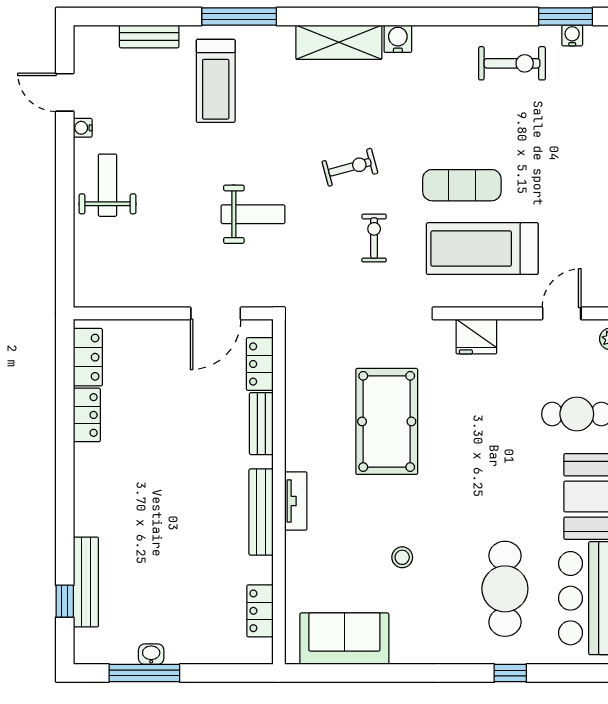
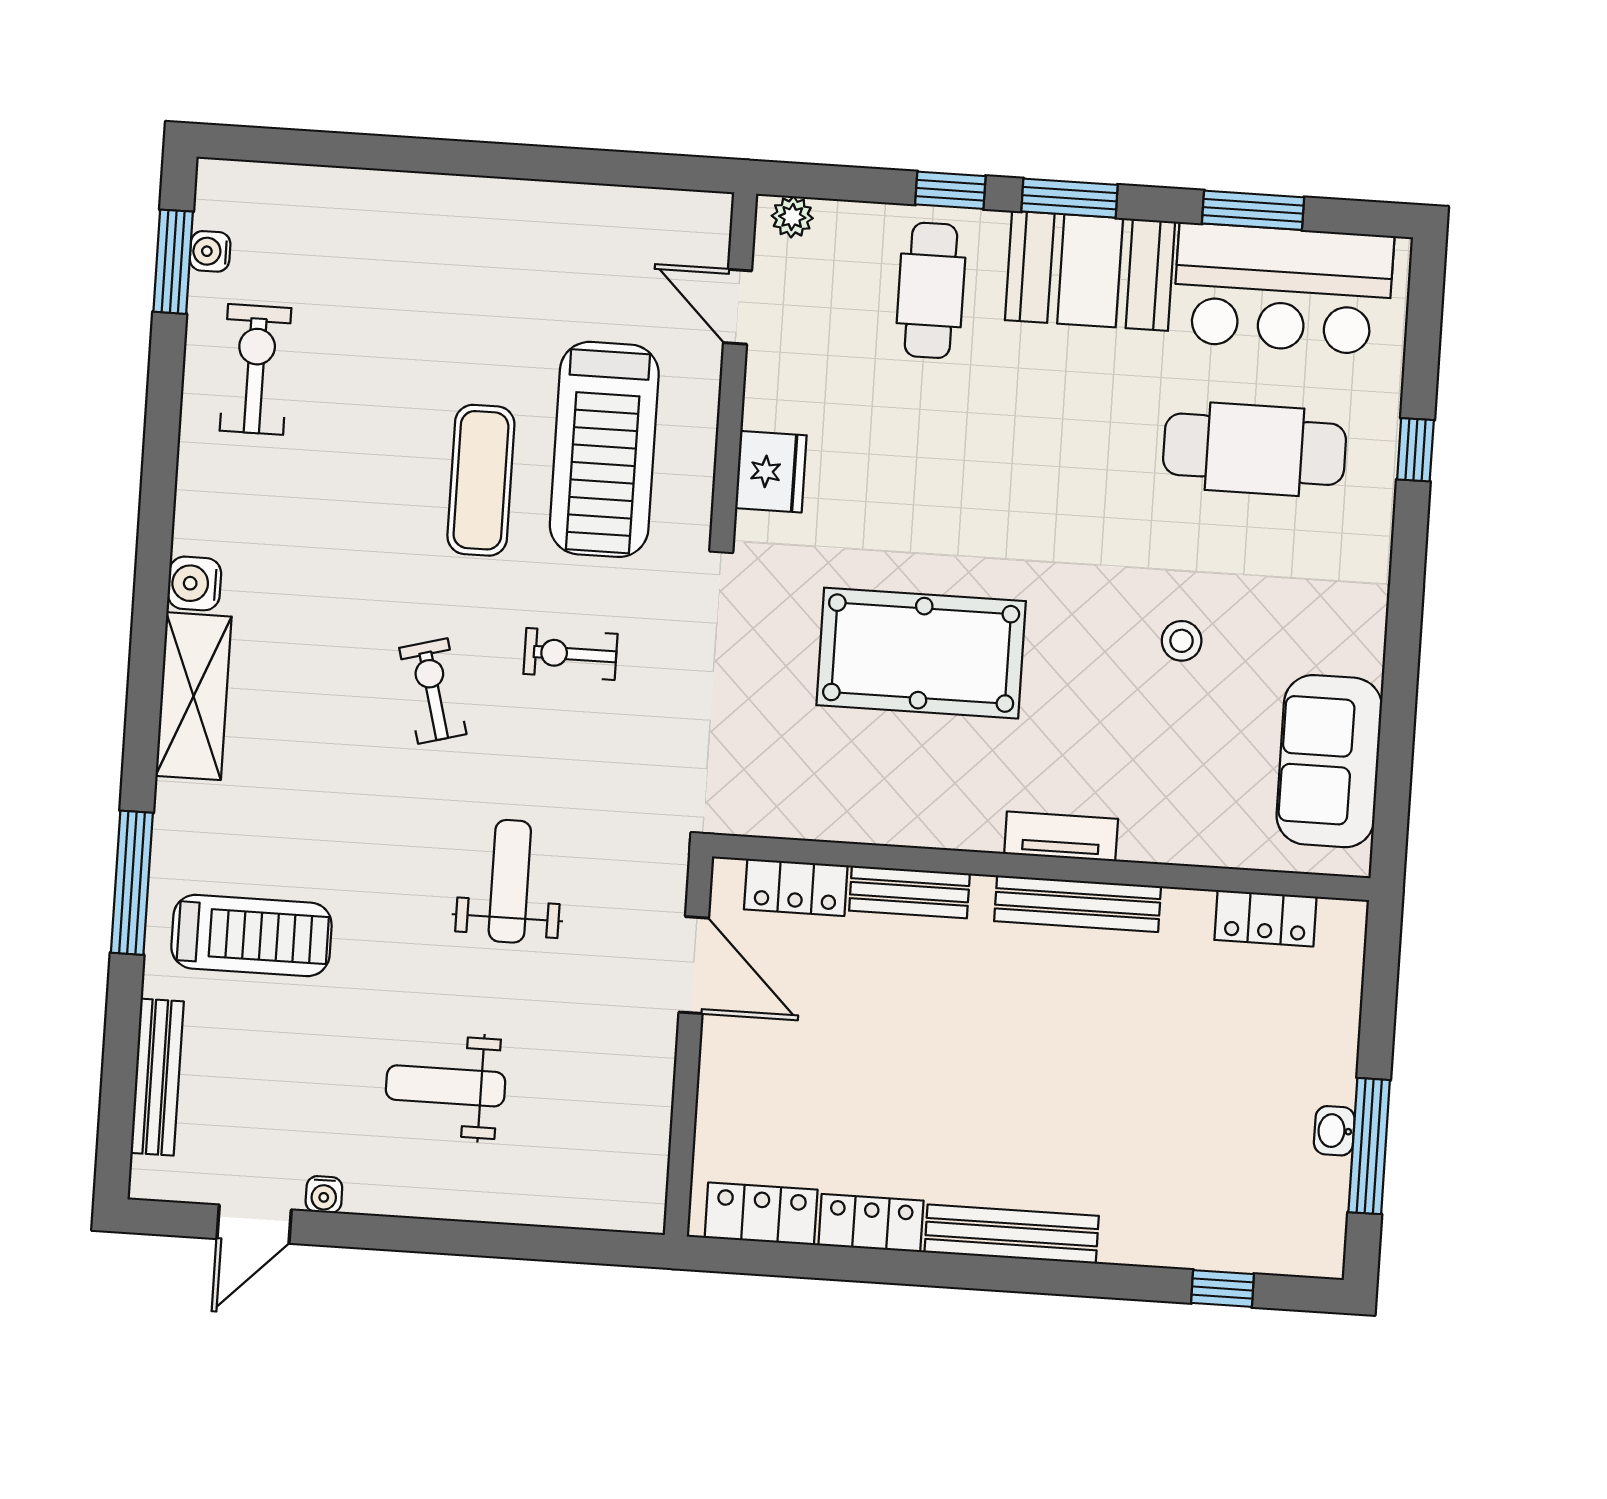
bench: (149, 36) -> (157, 1077), width x1.36
weight bench: (107, 185) -> (446, 1086), moved
bench: (86, 582) -> (1012, 1234), moved

